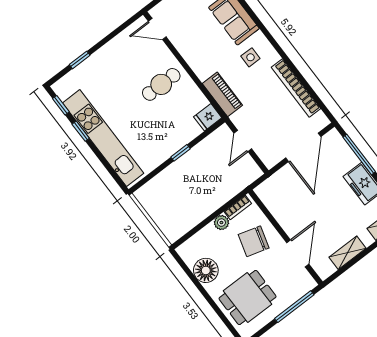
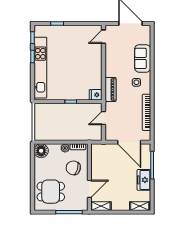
door: (157, 29) -> (104, 37), hinge flipped
cafe table: (161, 84) -> (86, 63), removed
door: (303, 147) -> (129, 142), hinge flipped
shelving: (348, 253) -> (101, 206), moved
floor lamp: (206, 270) -> (41, 151), moved

